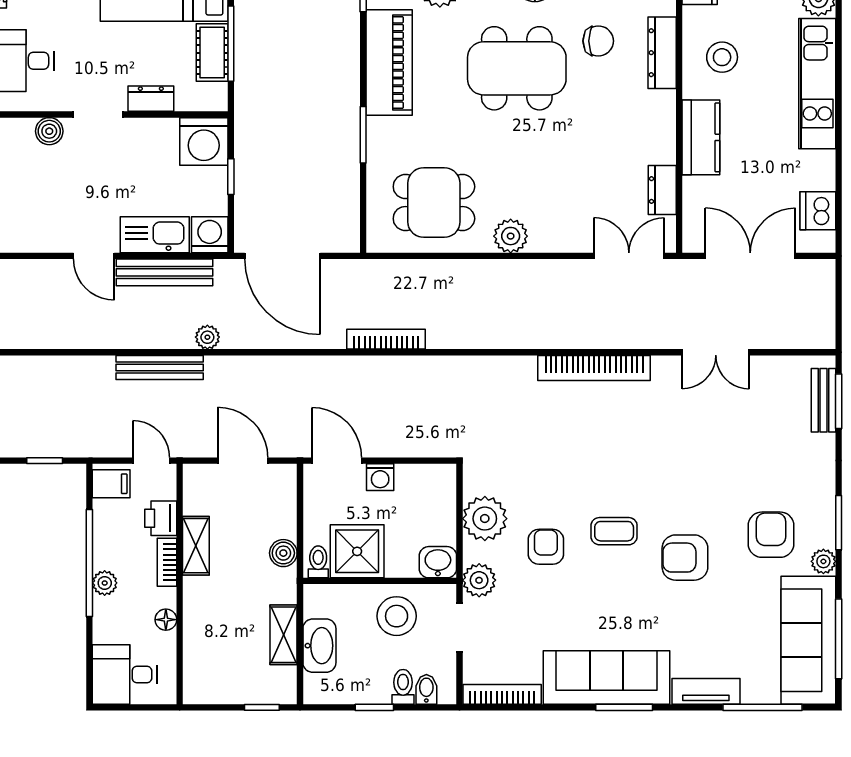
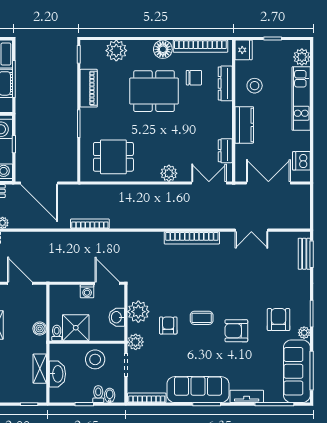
piano: (389, 62) -> (89, 88), width x0.73, depth x0.75
plant: (511, 236) -> (169, 173), moved
door: (337, 461) -> (107, 283), moved
washbasin: (438, 562) -> (117, 317), moved, turned -90

